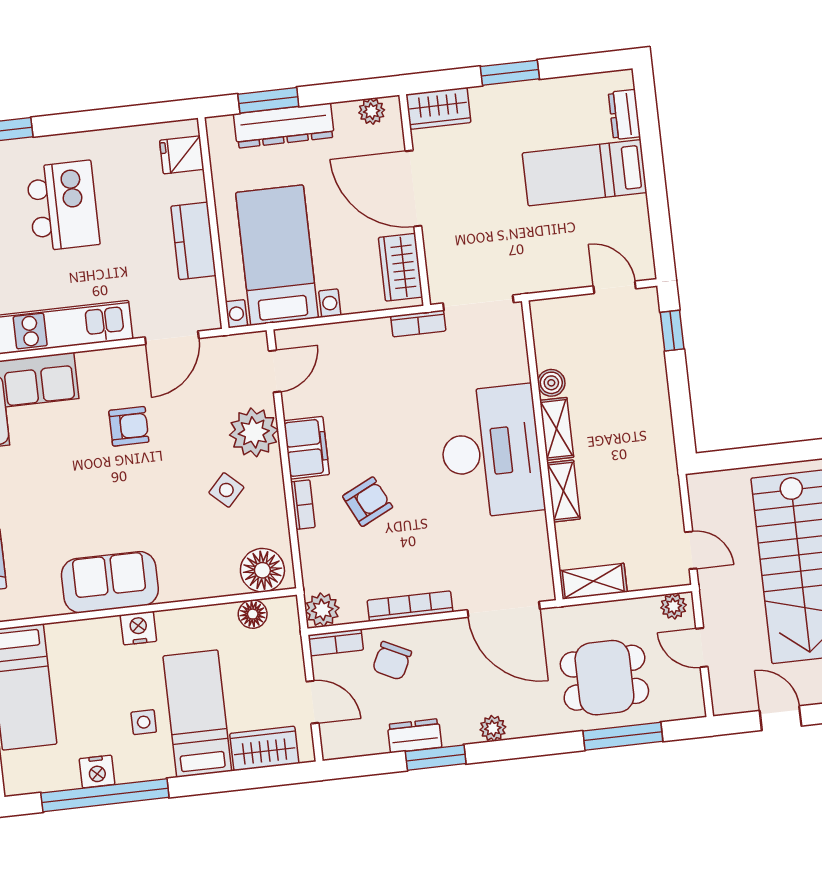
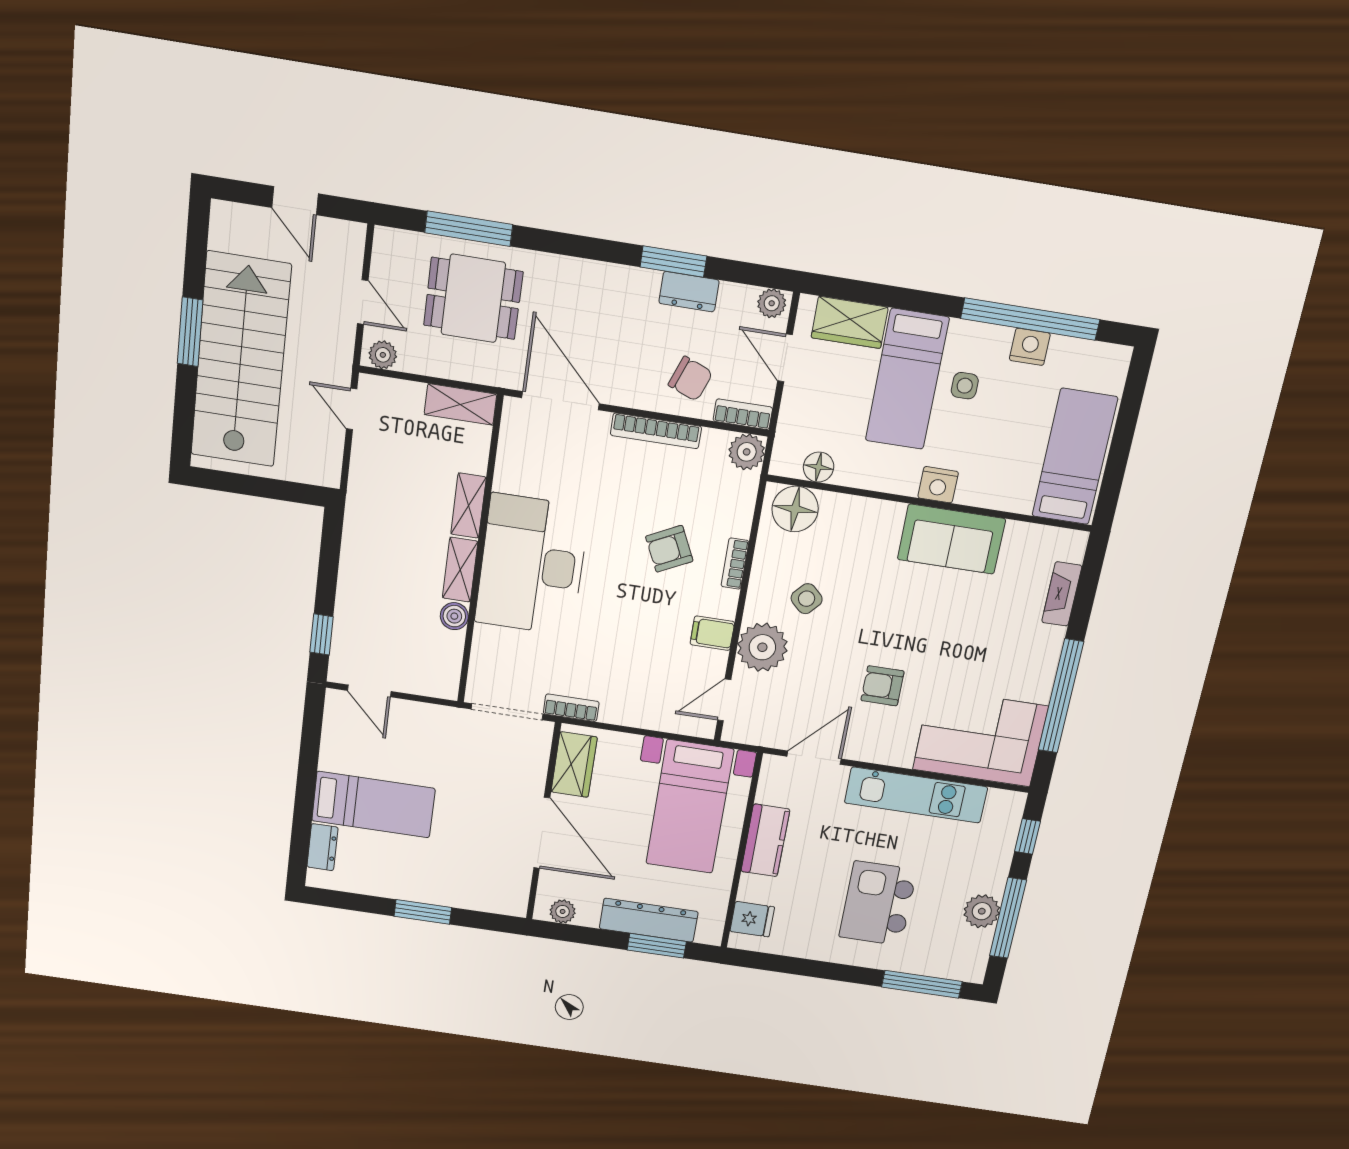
wardrobe: (438, 108) -> (499, 898), removed
filing cabinet: (306, 448) -> (712, 633), width x0.50
chair: (392, 661) -> (690, 379), turned 85
plant: (493, 728) -> (772, 303), moved

